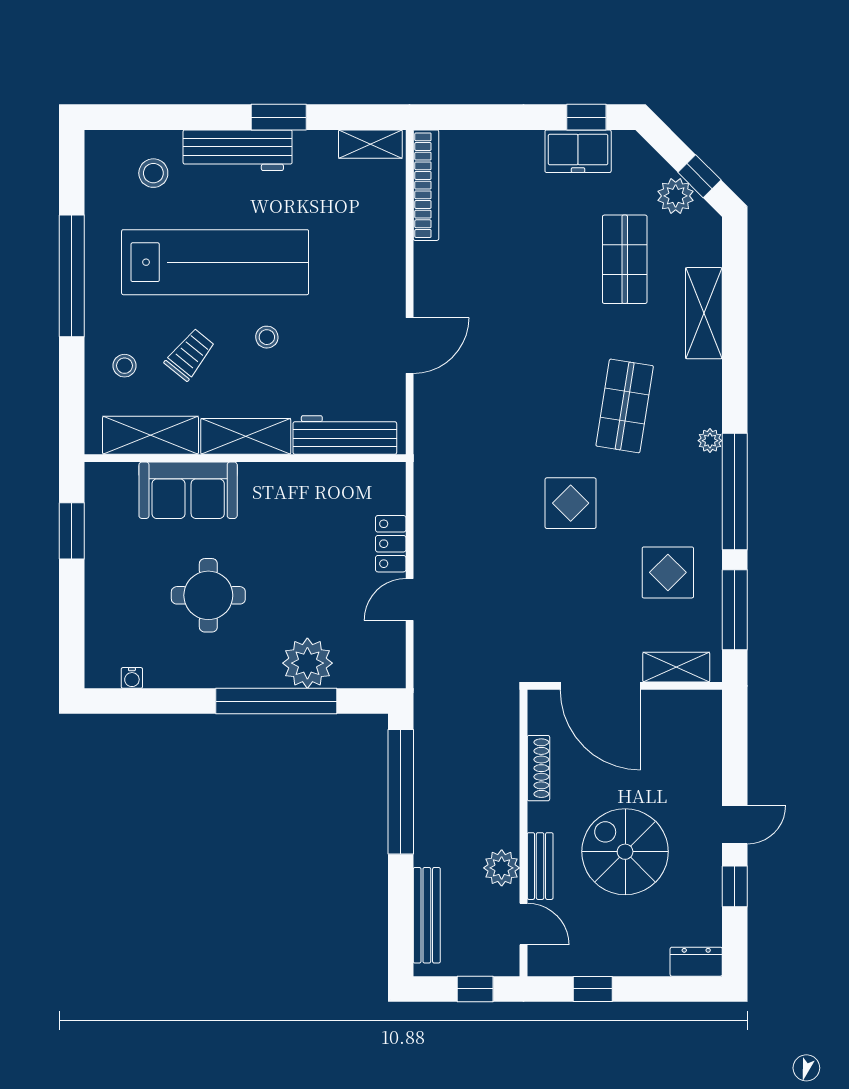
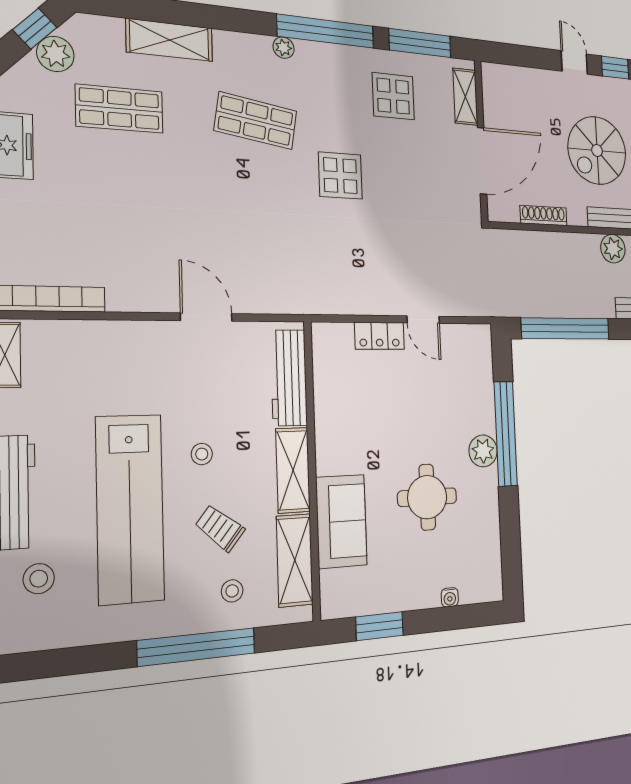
lab bench: (215, 262) -> (130, 509), turned 180
window: (72, 276) -> (197, 647), moved
plant: (307, 663) -> (483, 451), moved, width x0.73, depth x0.73
water cooler: (132, 678) -> (450, 597), moved, turned 90

